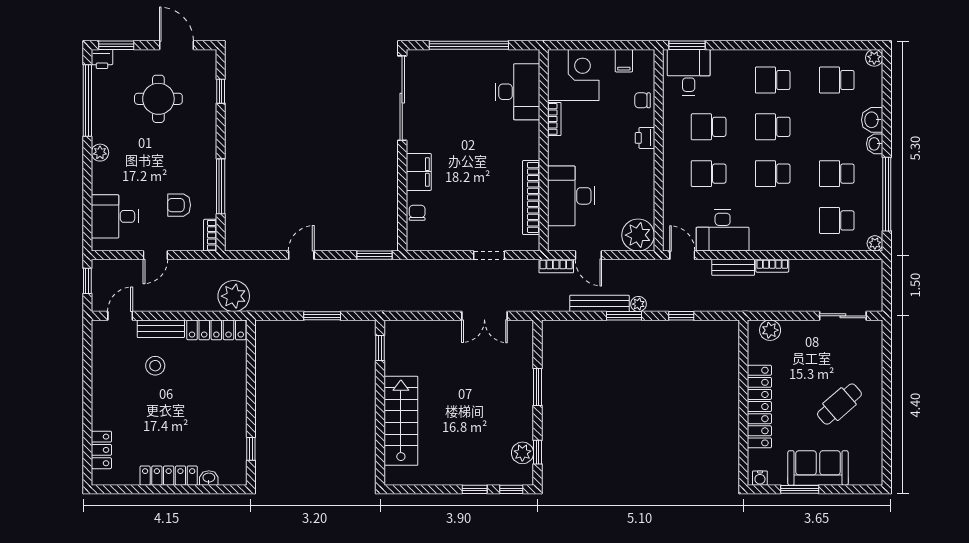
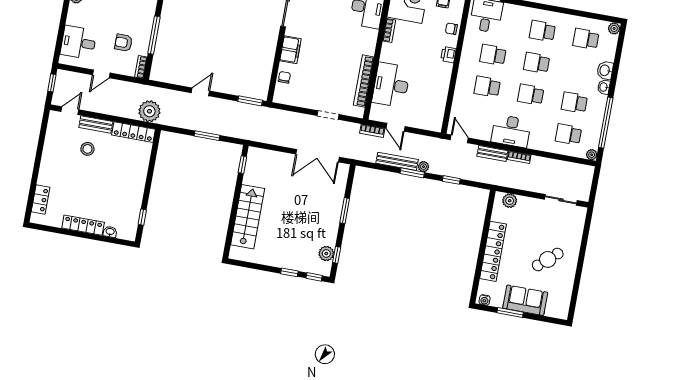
desk: (723, 230) -> (511, 131), moved
plant: (638, 235) -> (432, 120), removed
double door: (484, 316) -> (317, 156), width x1.37

